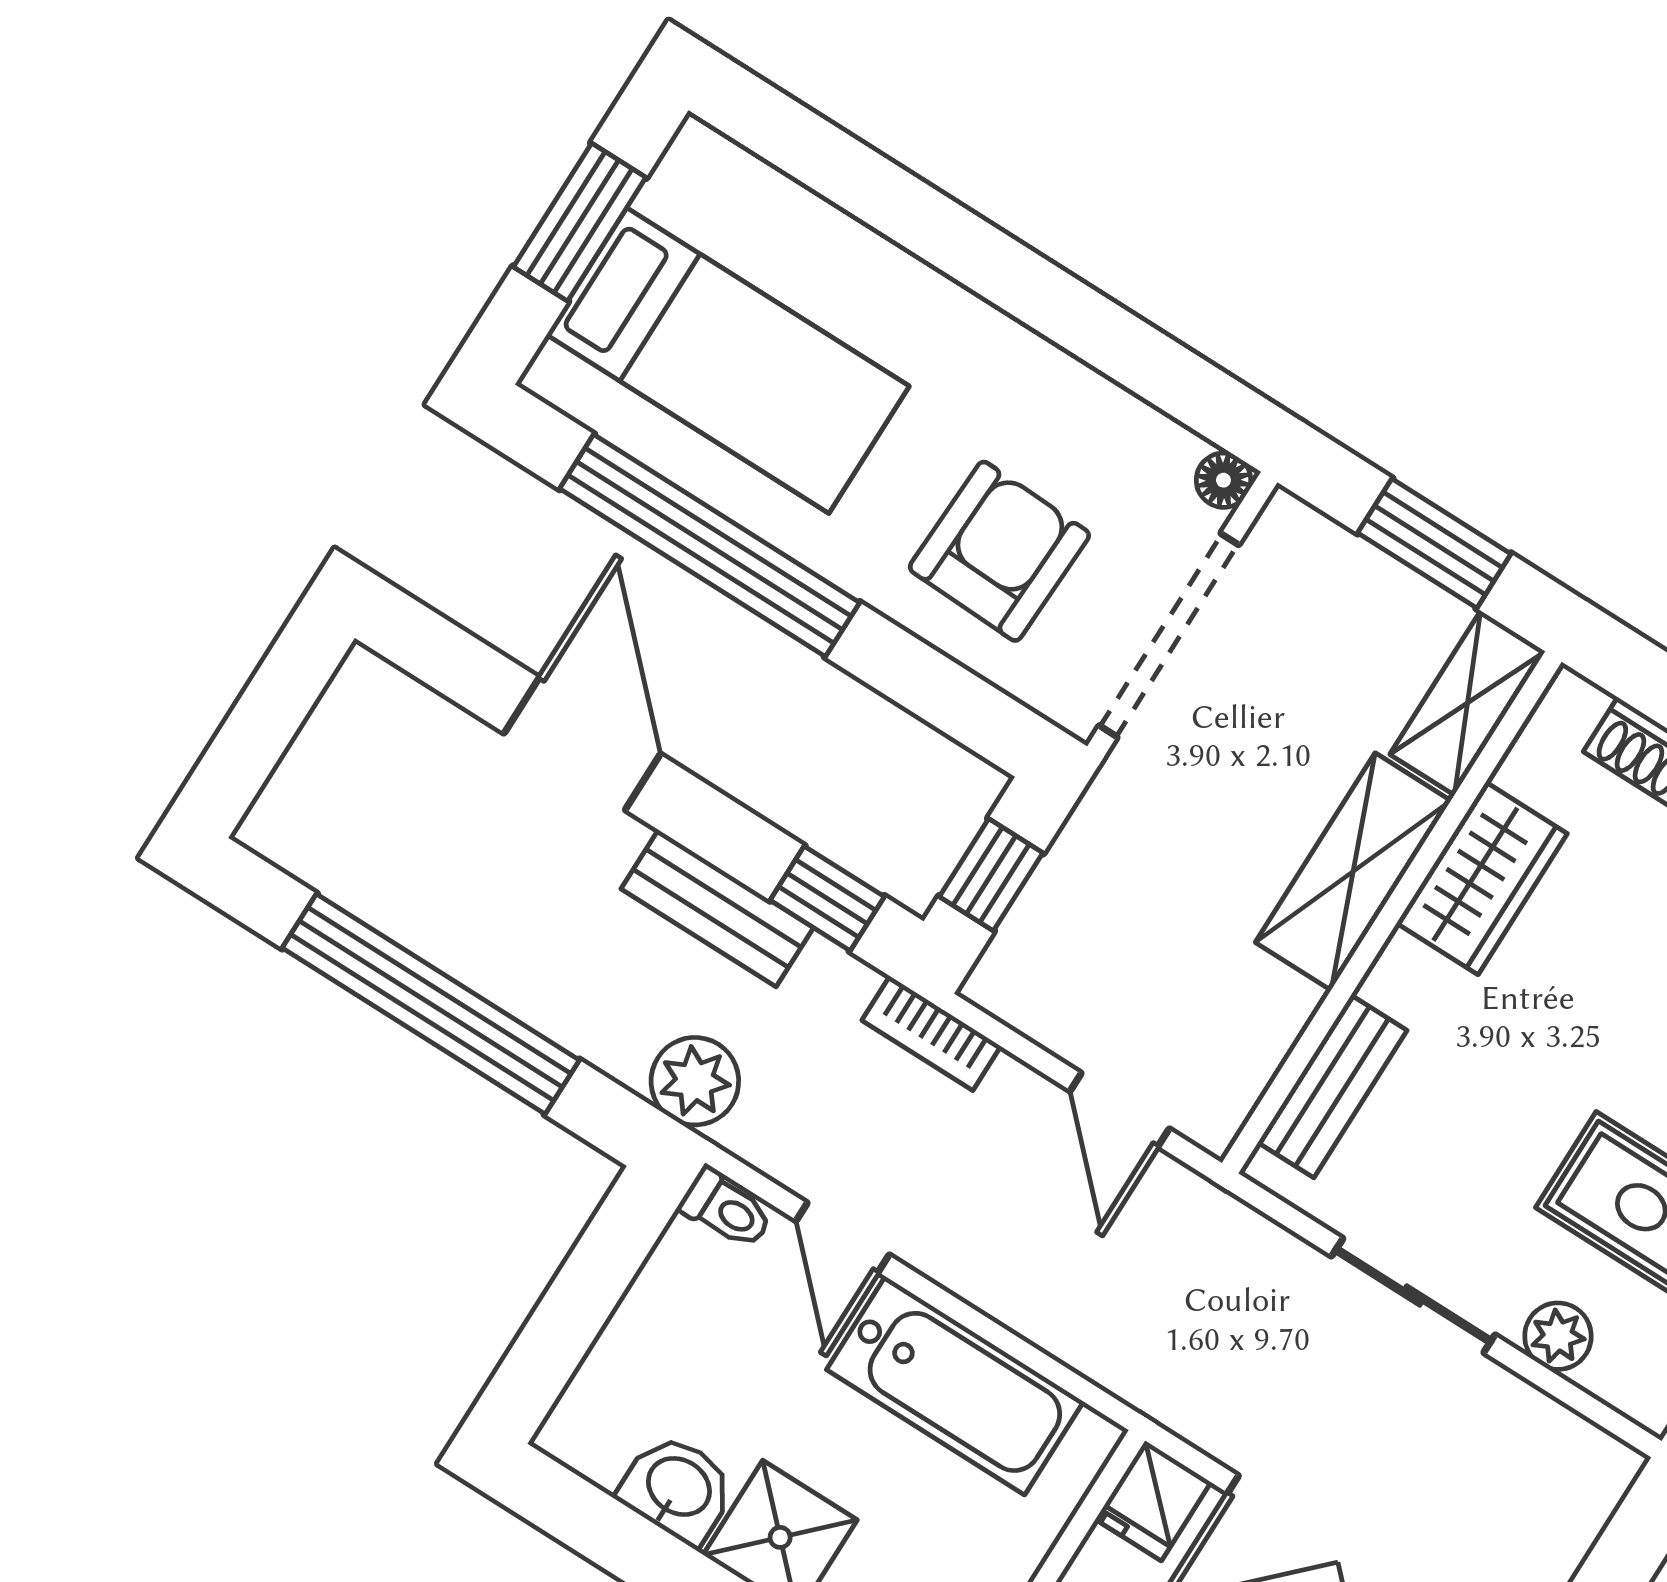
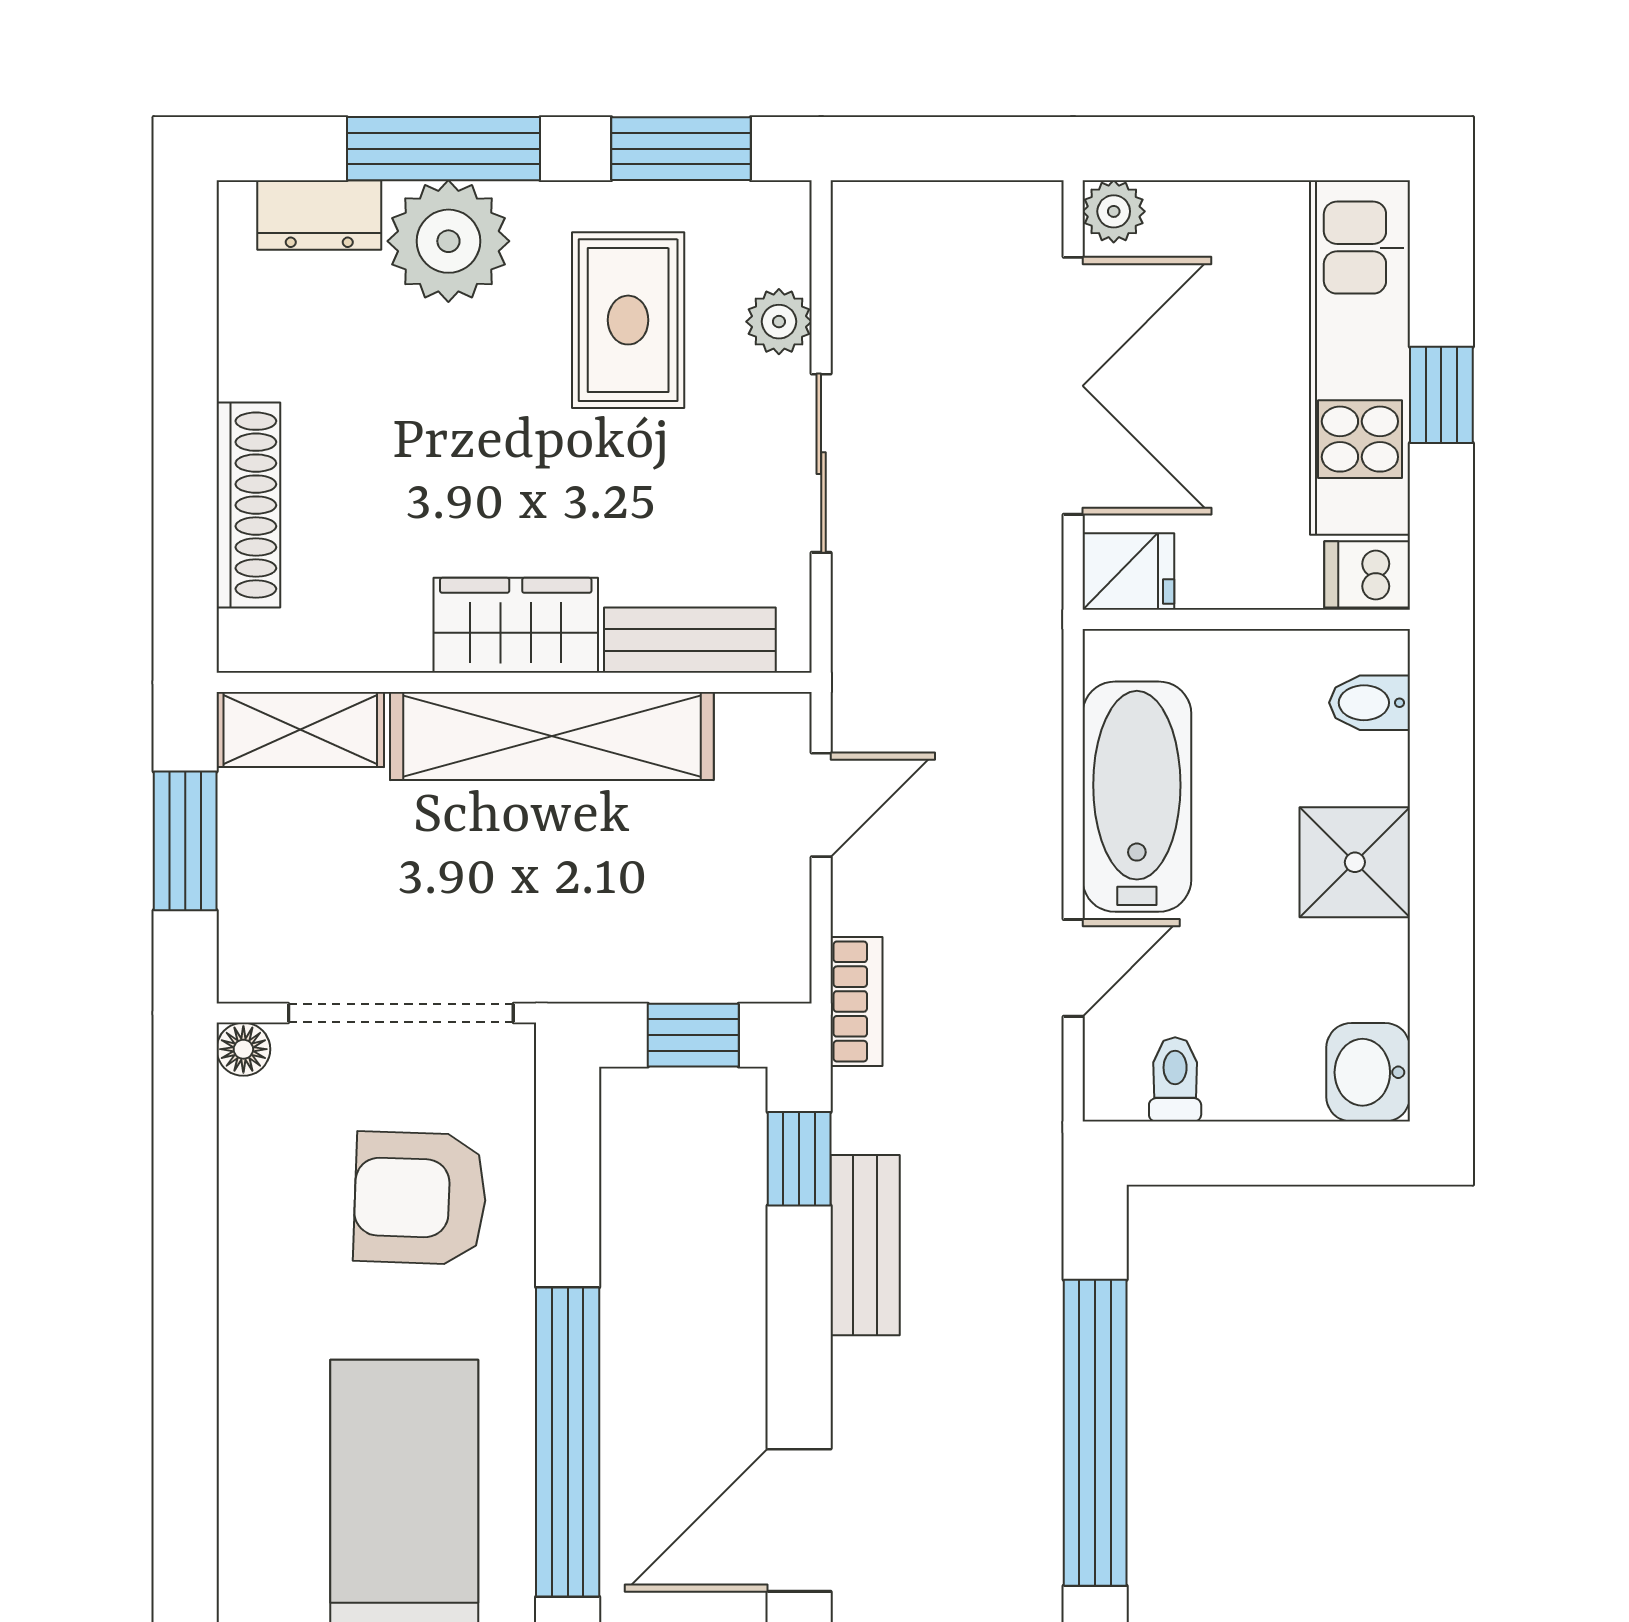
door: (582, 744) -> (799, 1520), moved
shelving: (1353, 871) -> (552, 736), width x1.47
wardrobe: (1482, 878) -> (516, 625), moved
plant: (695, 1081) -> (1021, 1173), removed
toilet: (726, 1209) -> (1175, 1079), moved
washbasin: (678, 1489) -> (1368, 1072), moved

